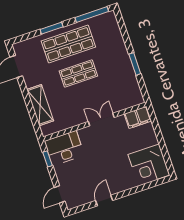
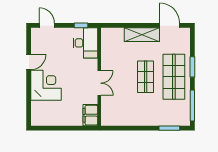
window: (135, 64) -> (169, 128), moved
shelving: (40, 105) -> (142, 35), moved
corner desk: (149, 165) -> (46, 85), moved, turned 90
door: (104, 201) -> (29, 62), hinge flipped

